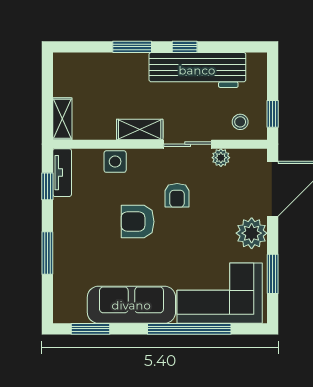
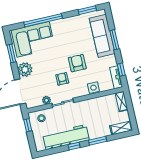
shelving: (140, 129) -> (121, 128), moved
armchair: (138, 222) -> (77, 63), turned -90
sofa: (131, 305) -> (102, 36), moved, turned 90

